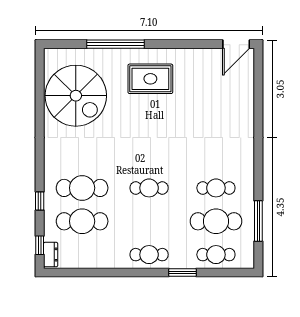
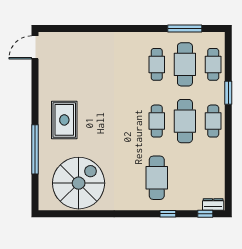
door: (236, 44) -> (35, 47), swing flipped
cafe table: (82, 221) -> (185, 121), moved

